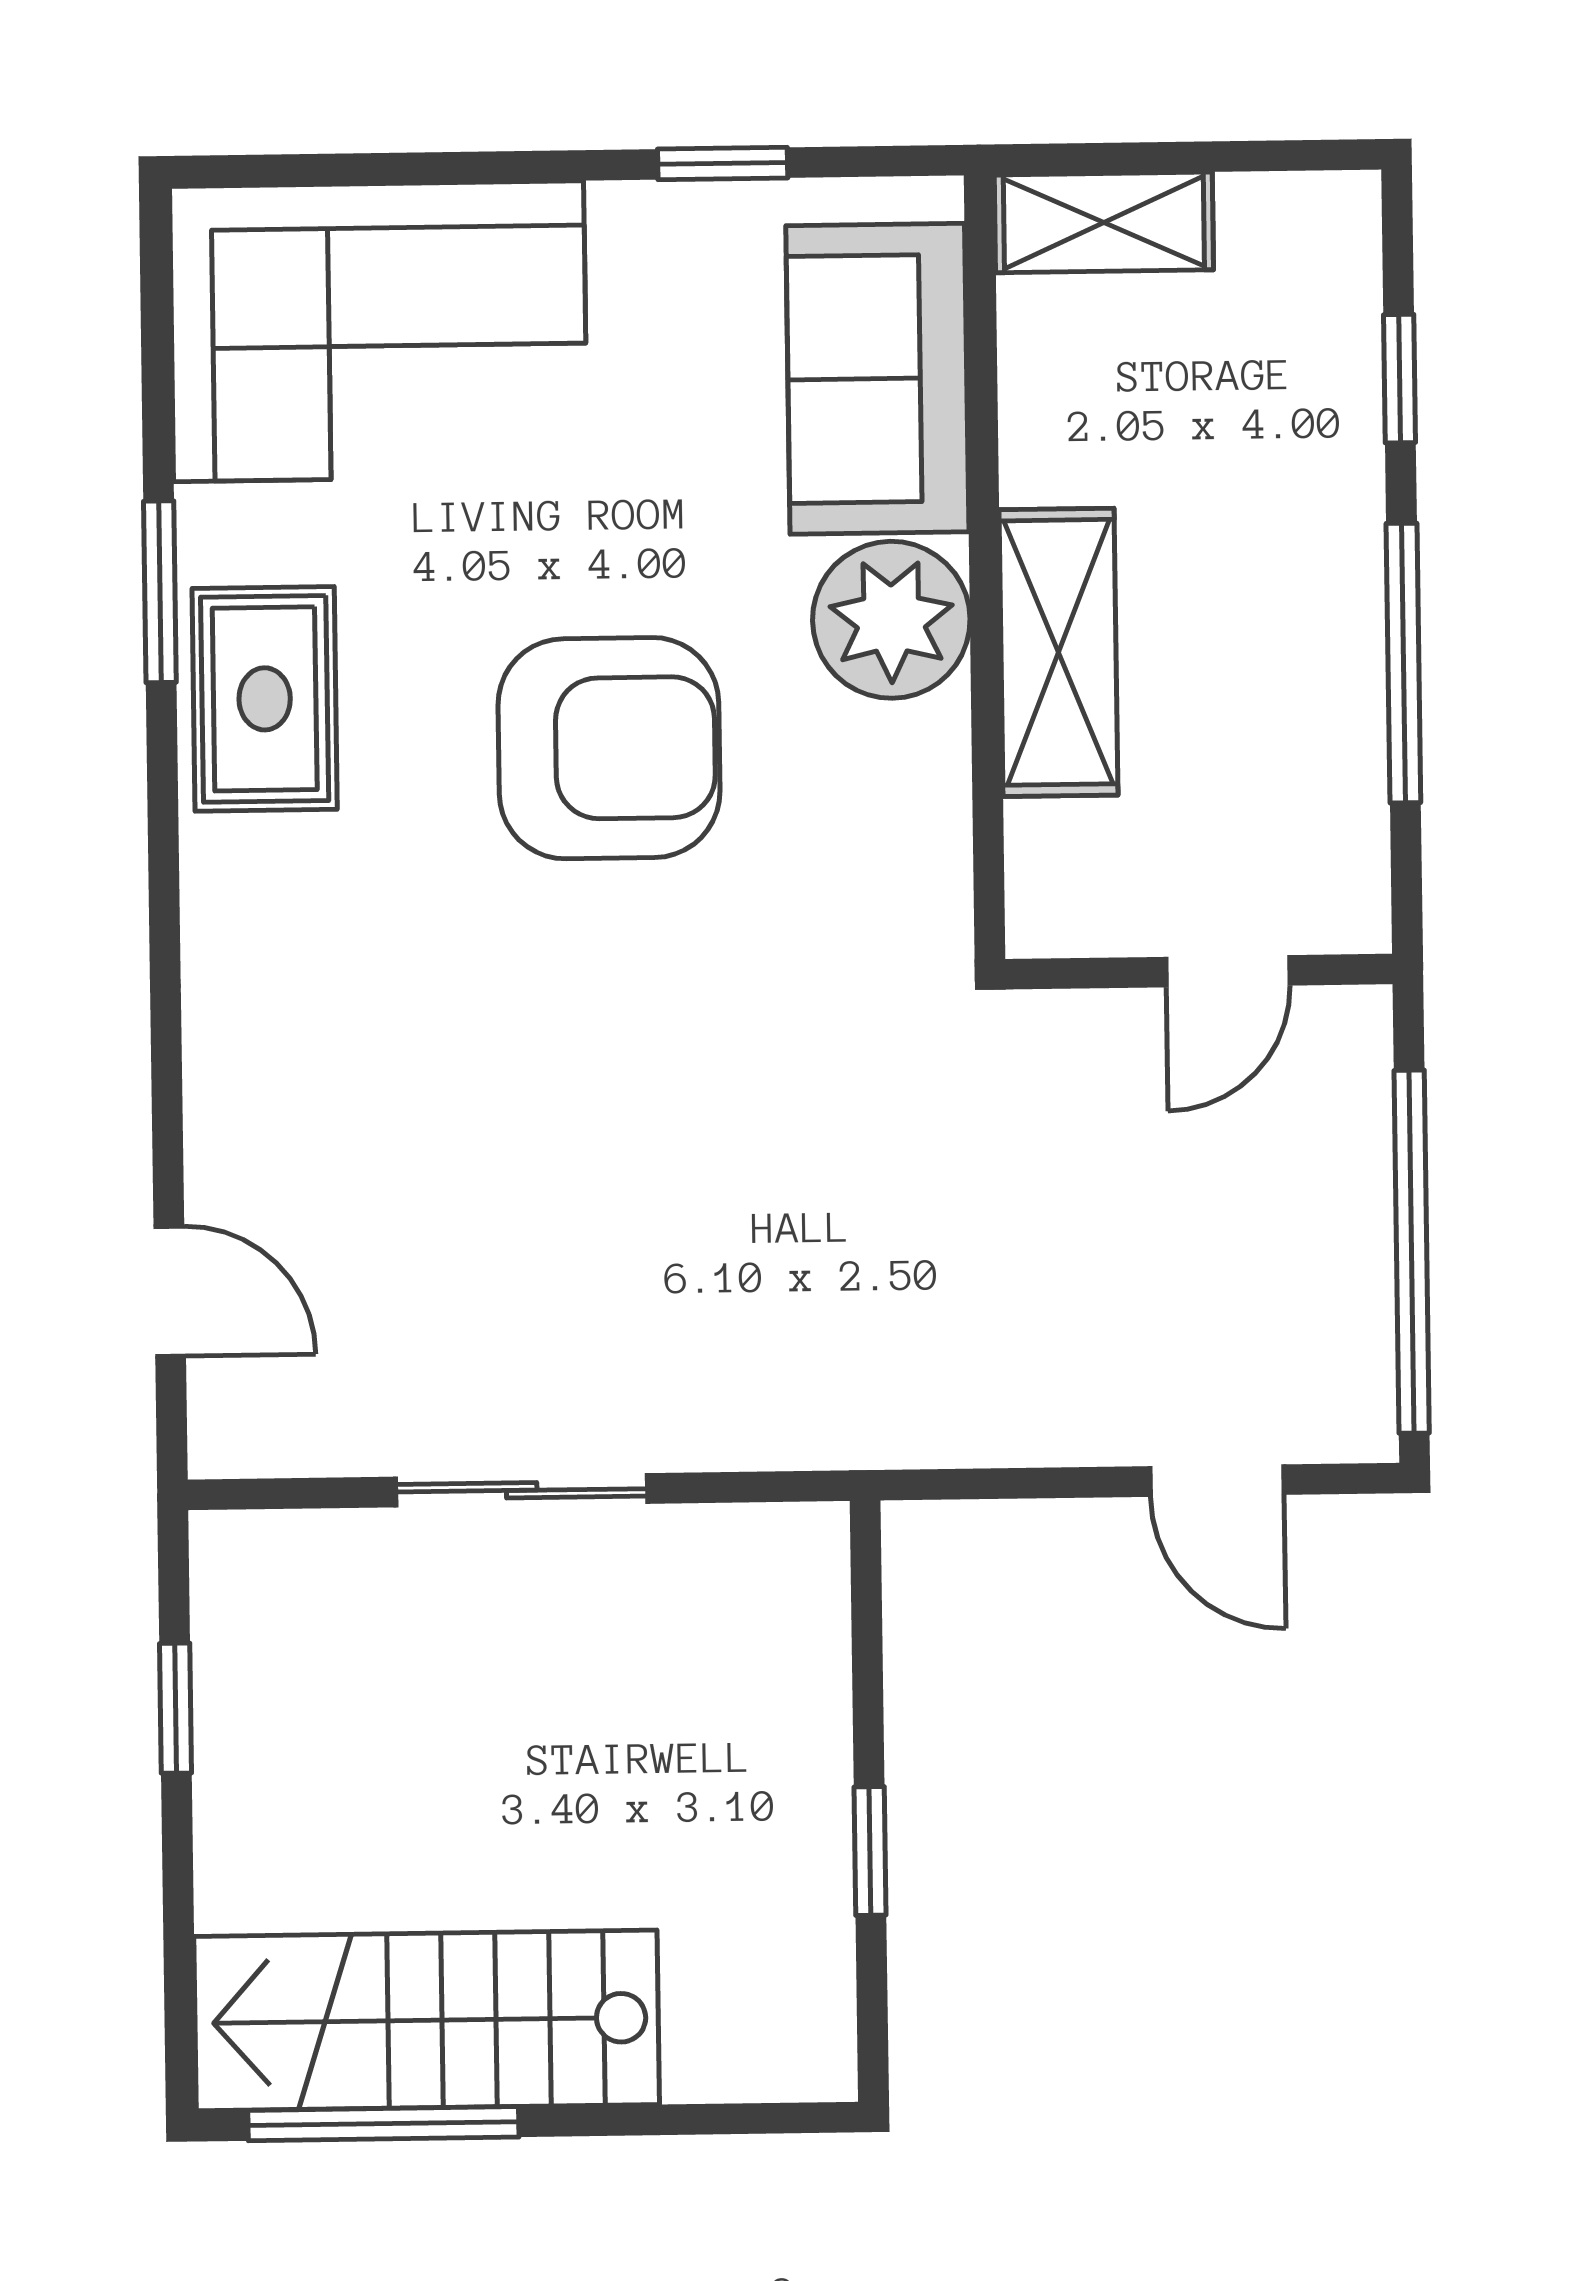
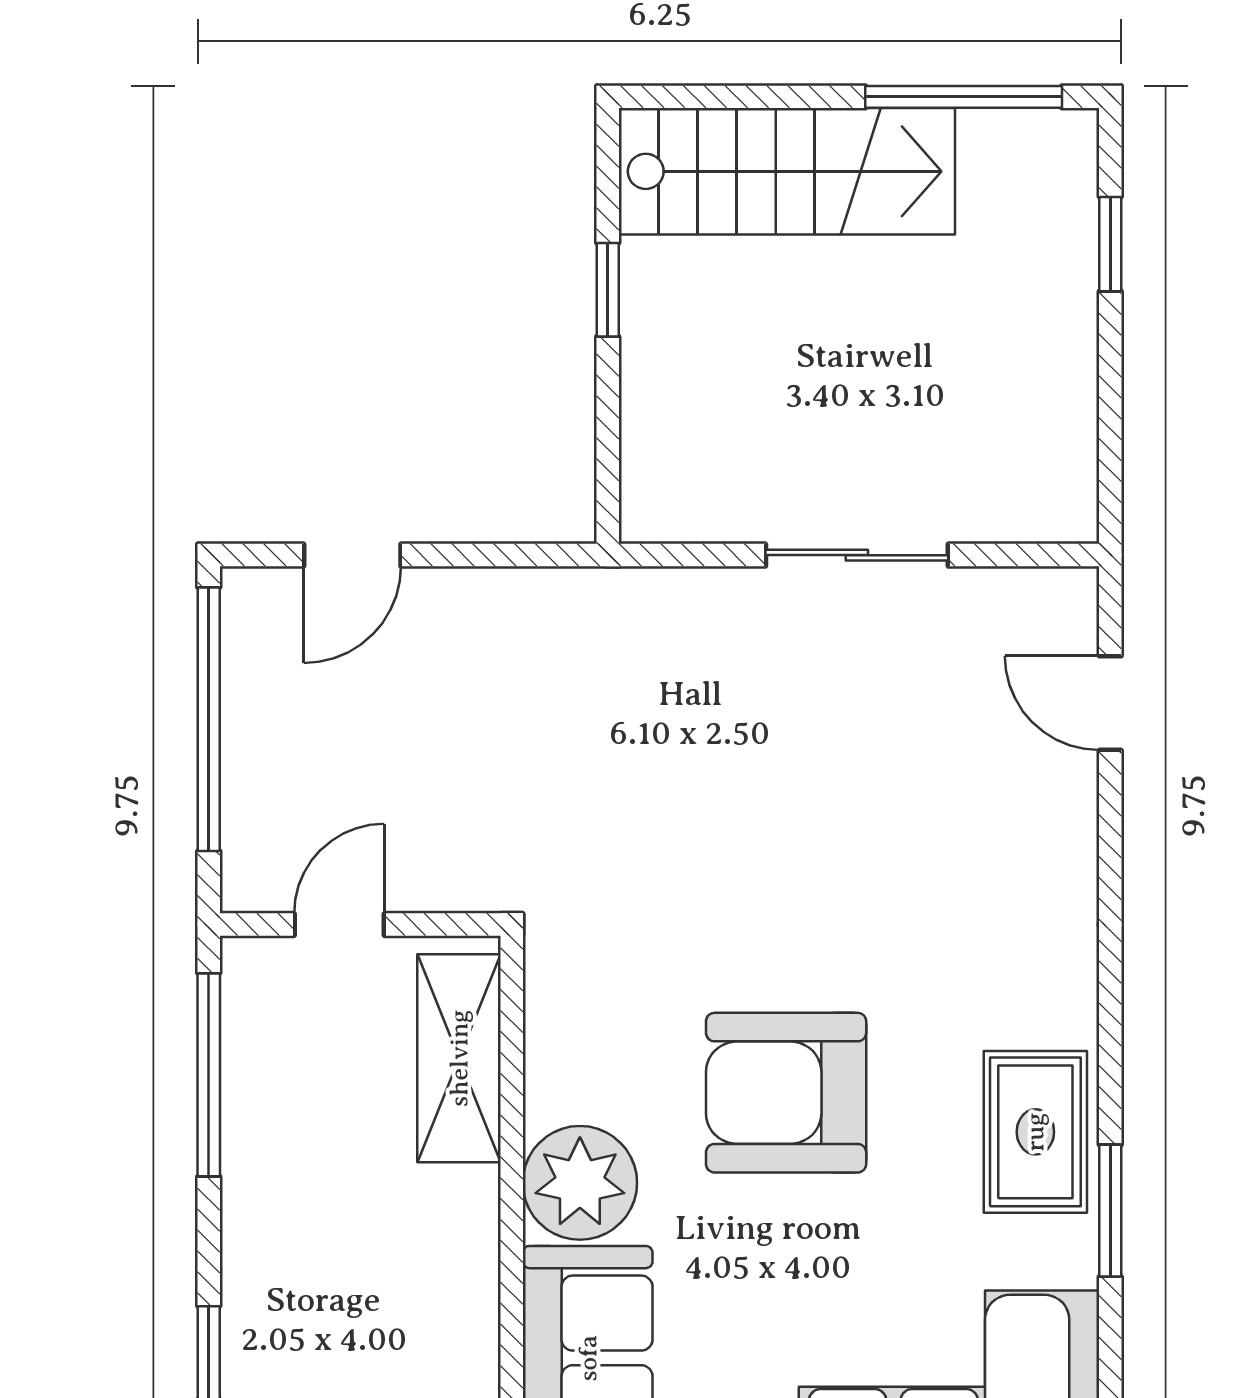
shelving: (1058, 652) -> (459, 1058), moved
window: (1403, 663) -> (209, 1075), moved
door: (1217, 1481) -> (352, 555), swing flipped
window: (176, 1708) -> (1110, 244), moved
stairs: (427, 2020) -> (787, 171), moved

